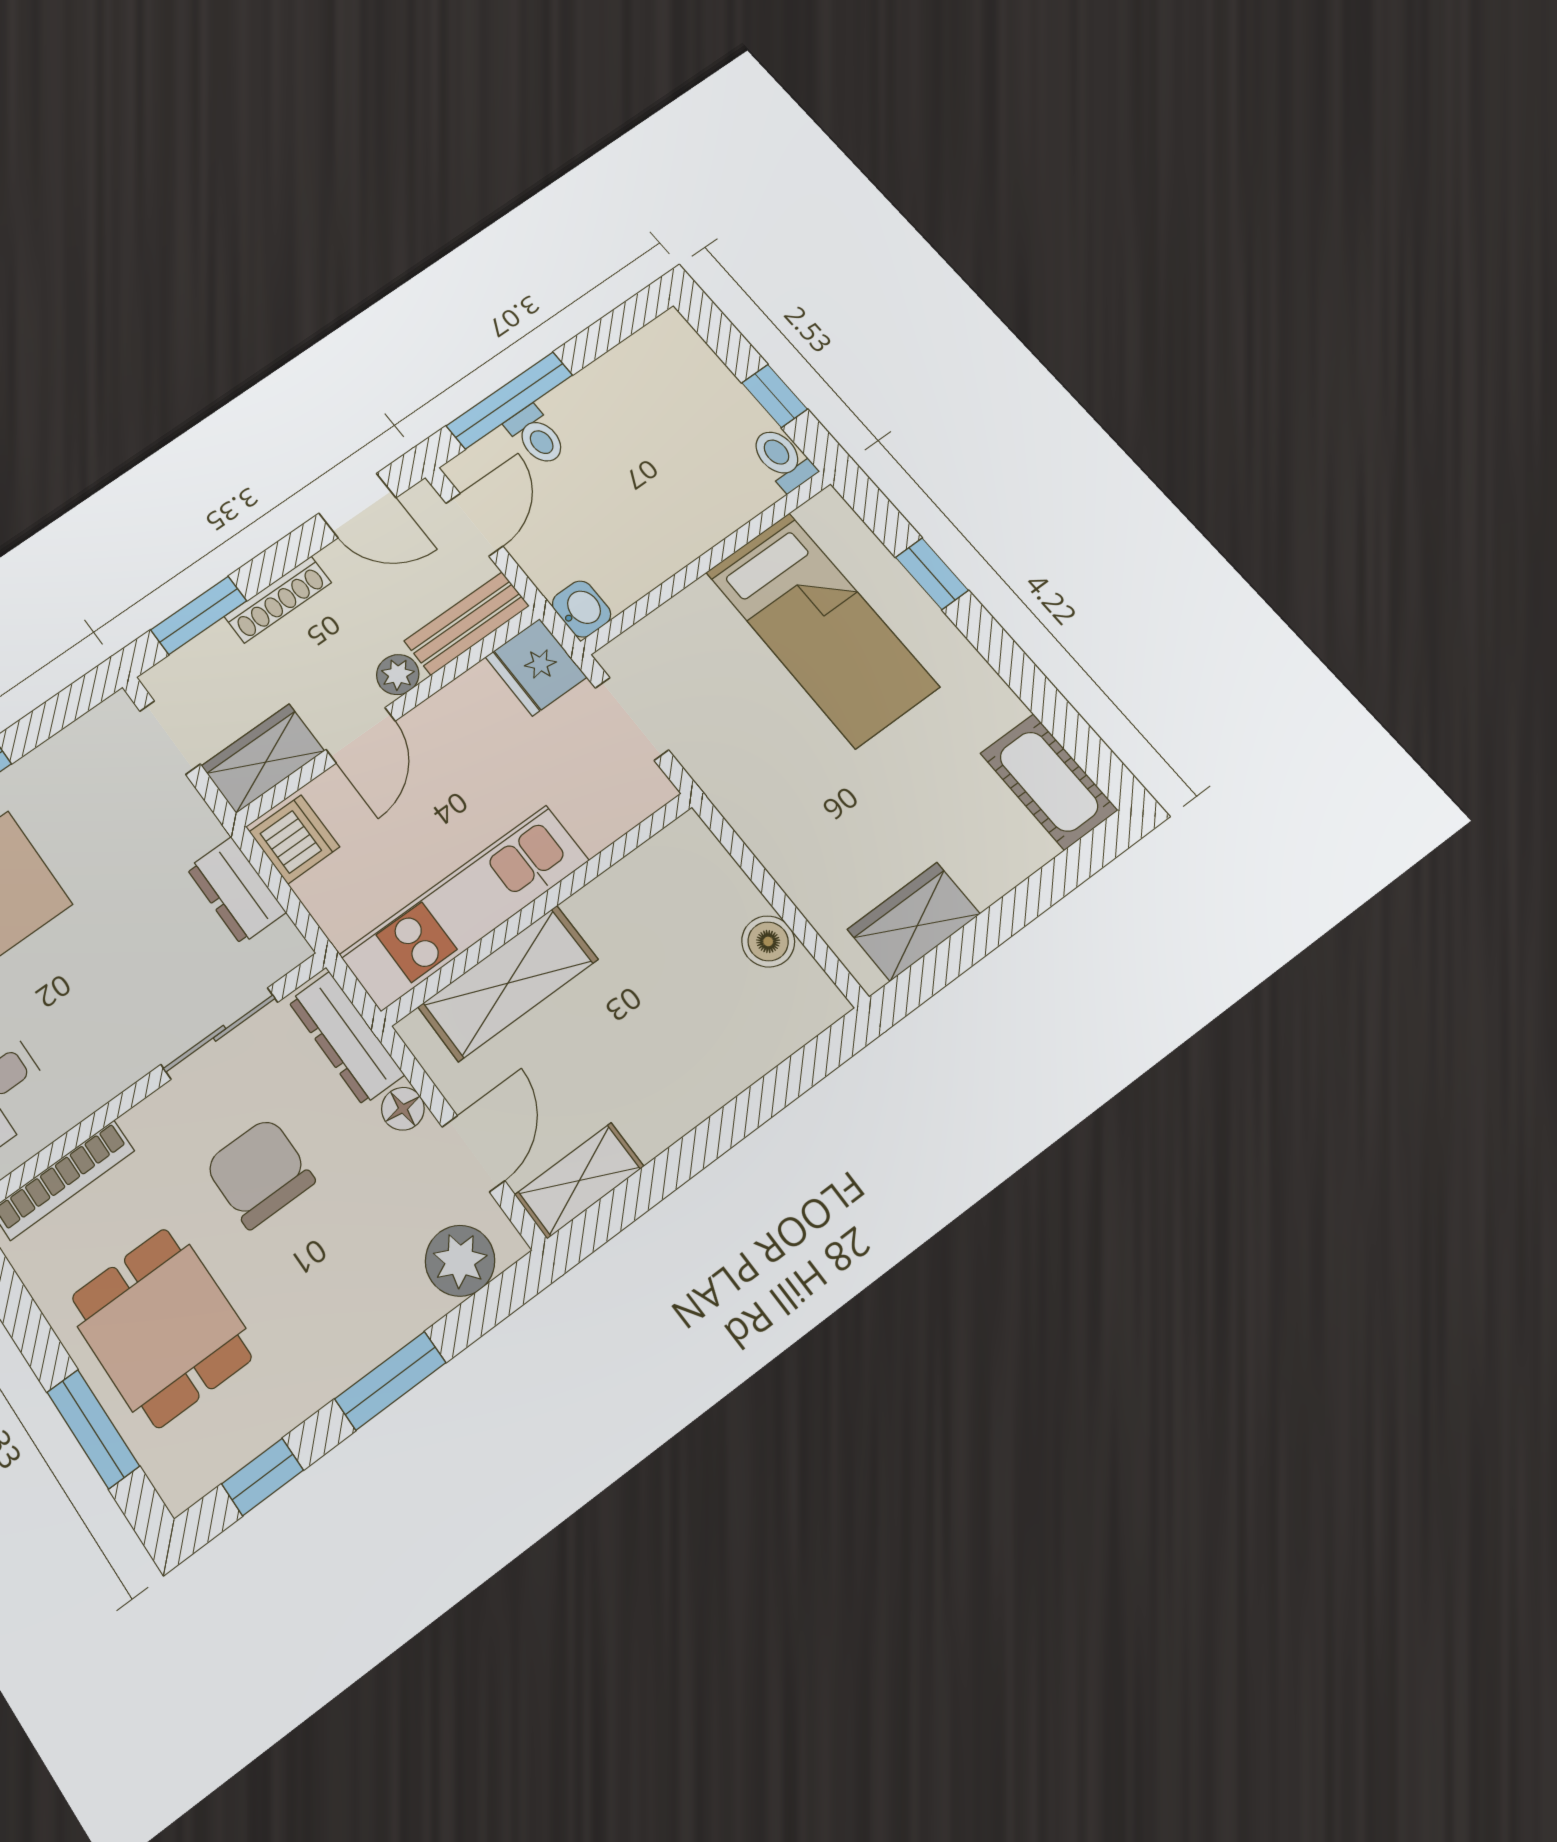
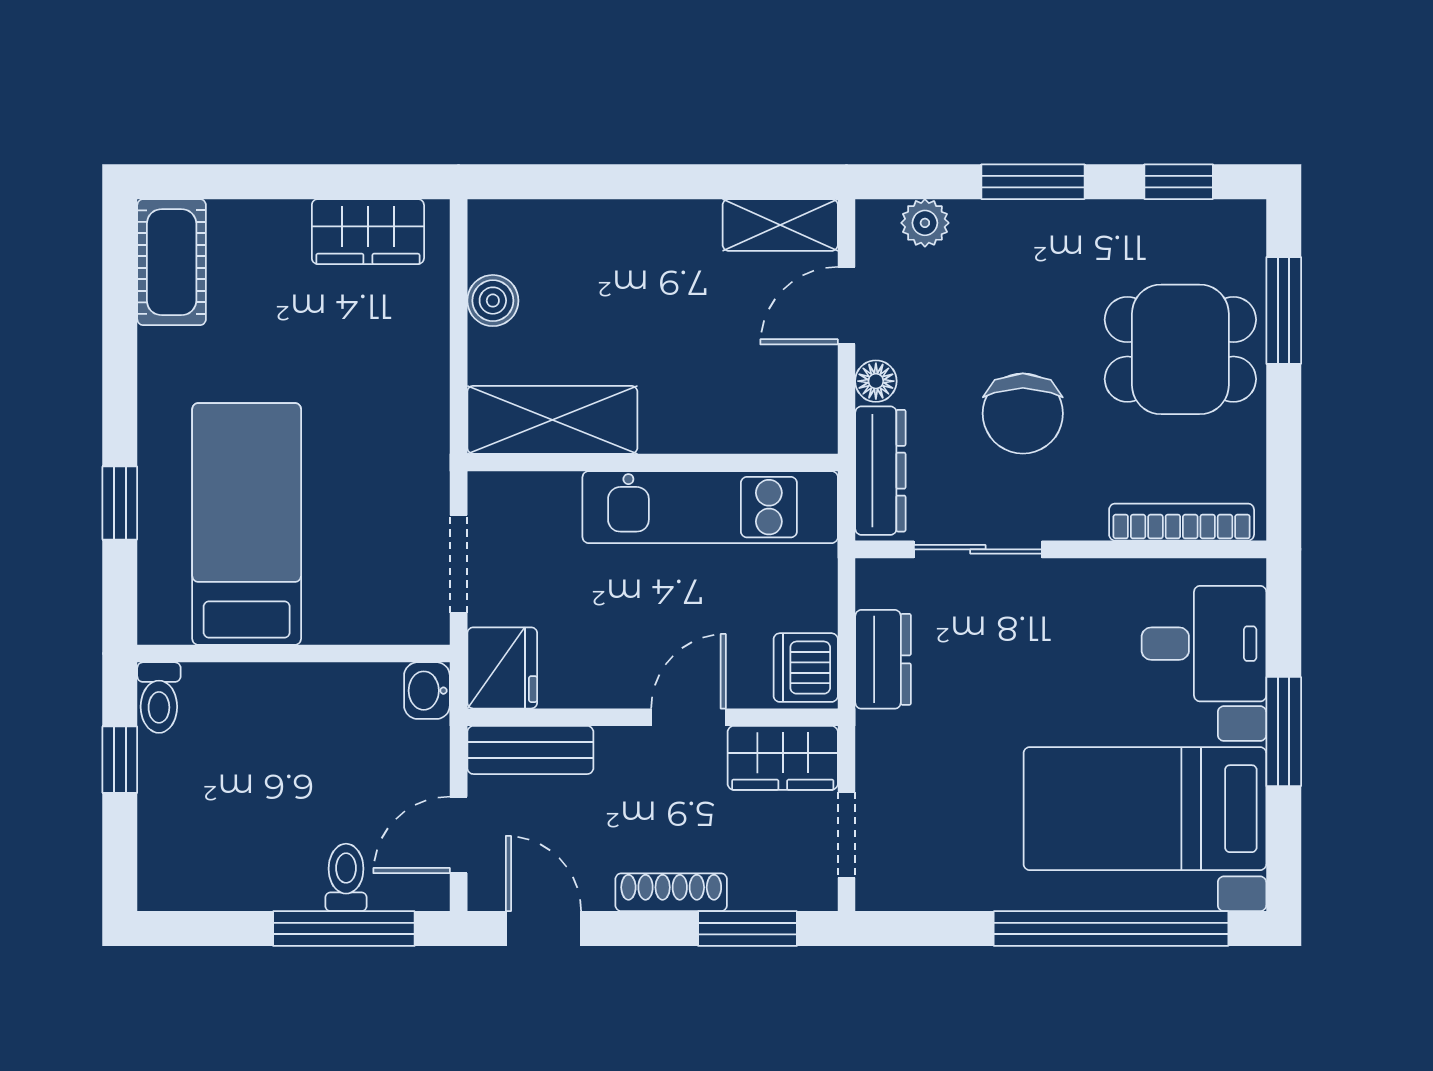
plant: (398, 675) -> (620, 748), removed
shelving: (508, 983) -> (552, 420), moved
plant: (460, 1261) -> (925, 223), width x0.73, depth x0.73
dining table: (161, 1327) -> (1180, 349), turned 90

